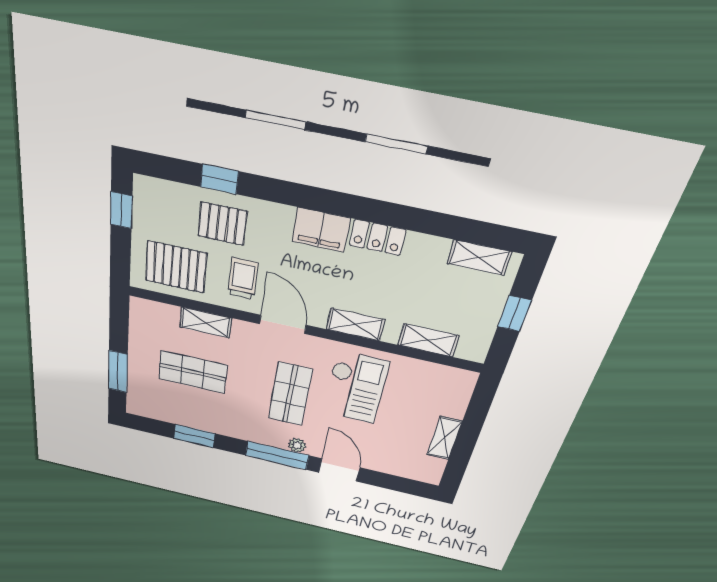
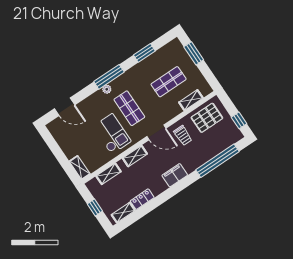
window: (220, 179) -> (217, 161), width x3.17
pallet: (222, 224) -> (205, 148), removed
locker: (377, 237) -> (142, 199), moved
shelving: (205, 323) -> (191, 100), moved
checkout: (356, 387) -> (112, 134), turned 180
shelving: (444, 438) -> (80, 168), moved
door: (339, 470) -> (65, 107), moved

